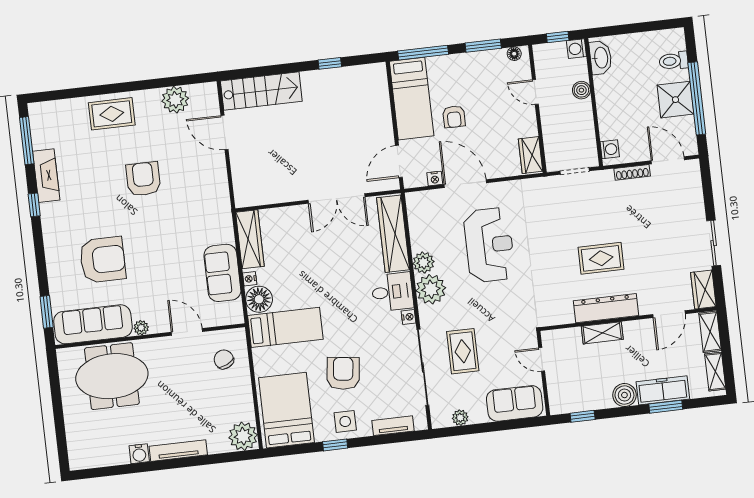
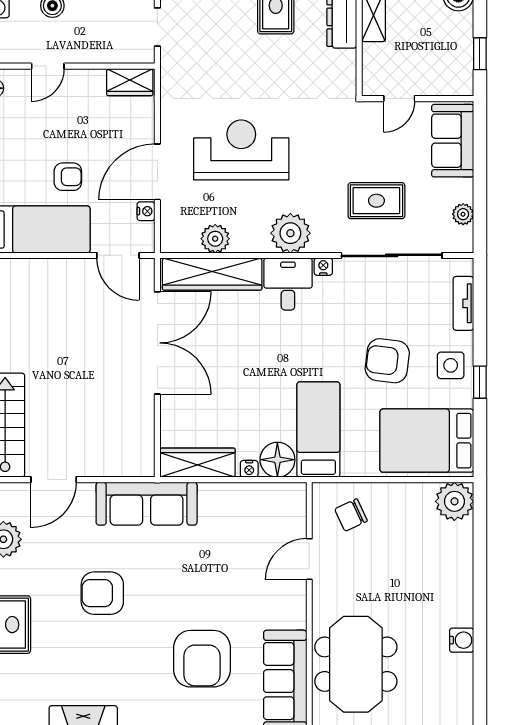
double door: (337, 199) -> (157, 343), width x1.36
armchair: (103, 260) -> (202, 659), turned 180
plant: (423, 263) -> (215, 239), moved
sofa: (222, 273) -> (147, 504), moved, width x1.36
plant: (141, 328) -> (297, 618), removed
tv unit: (178, 451) -> (463, 589), removed

